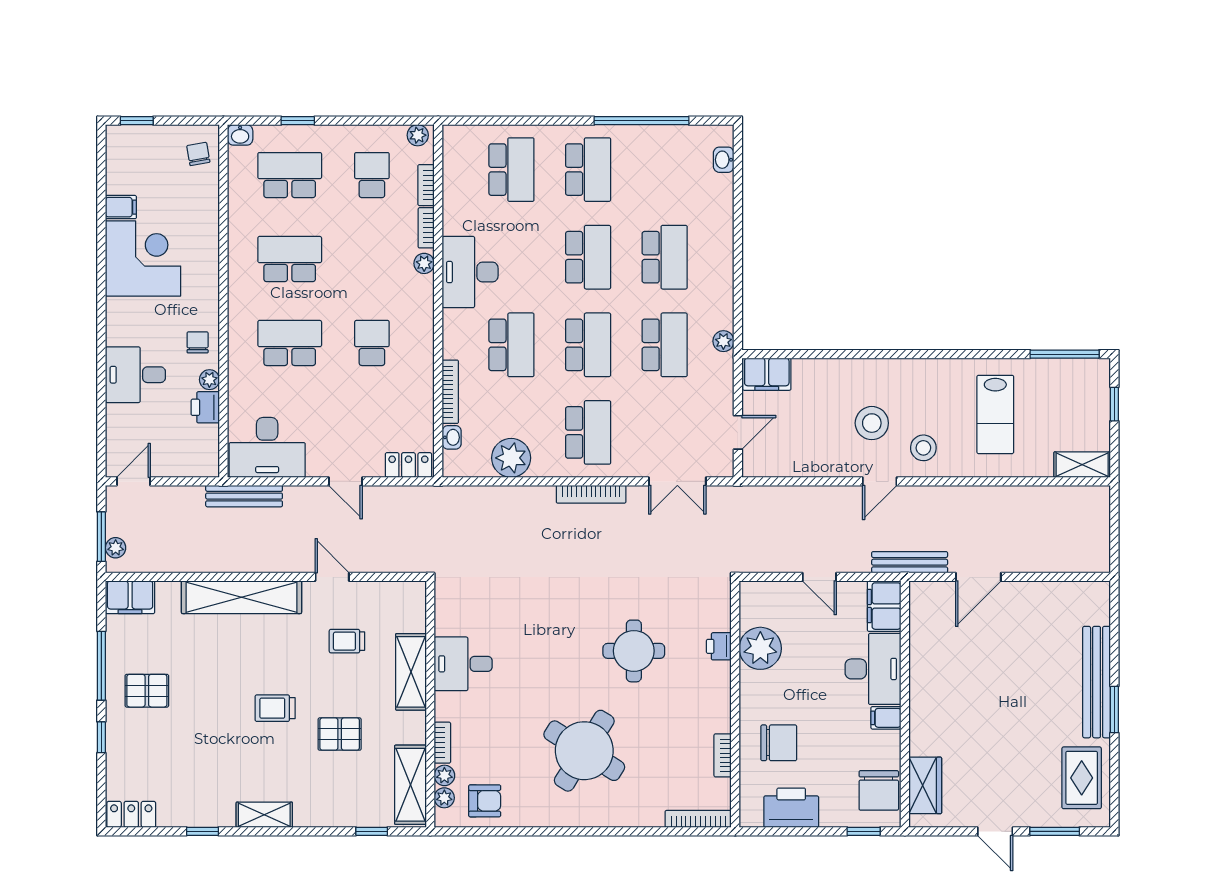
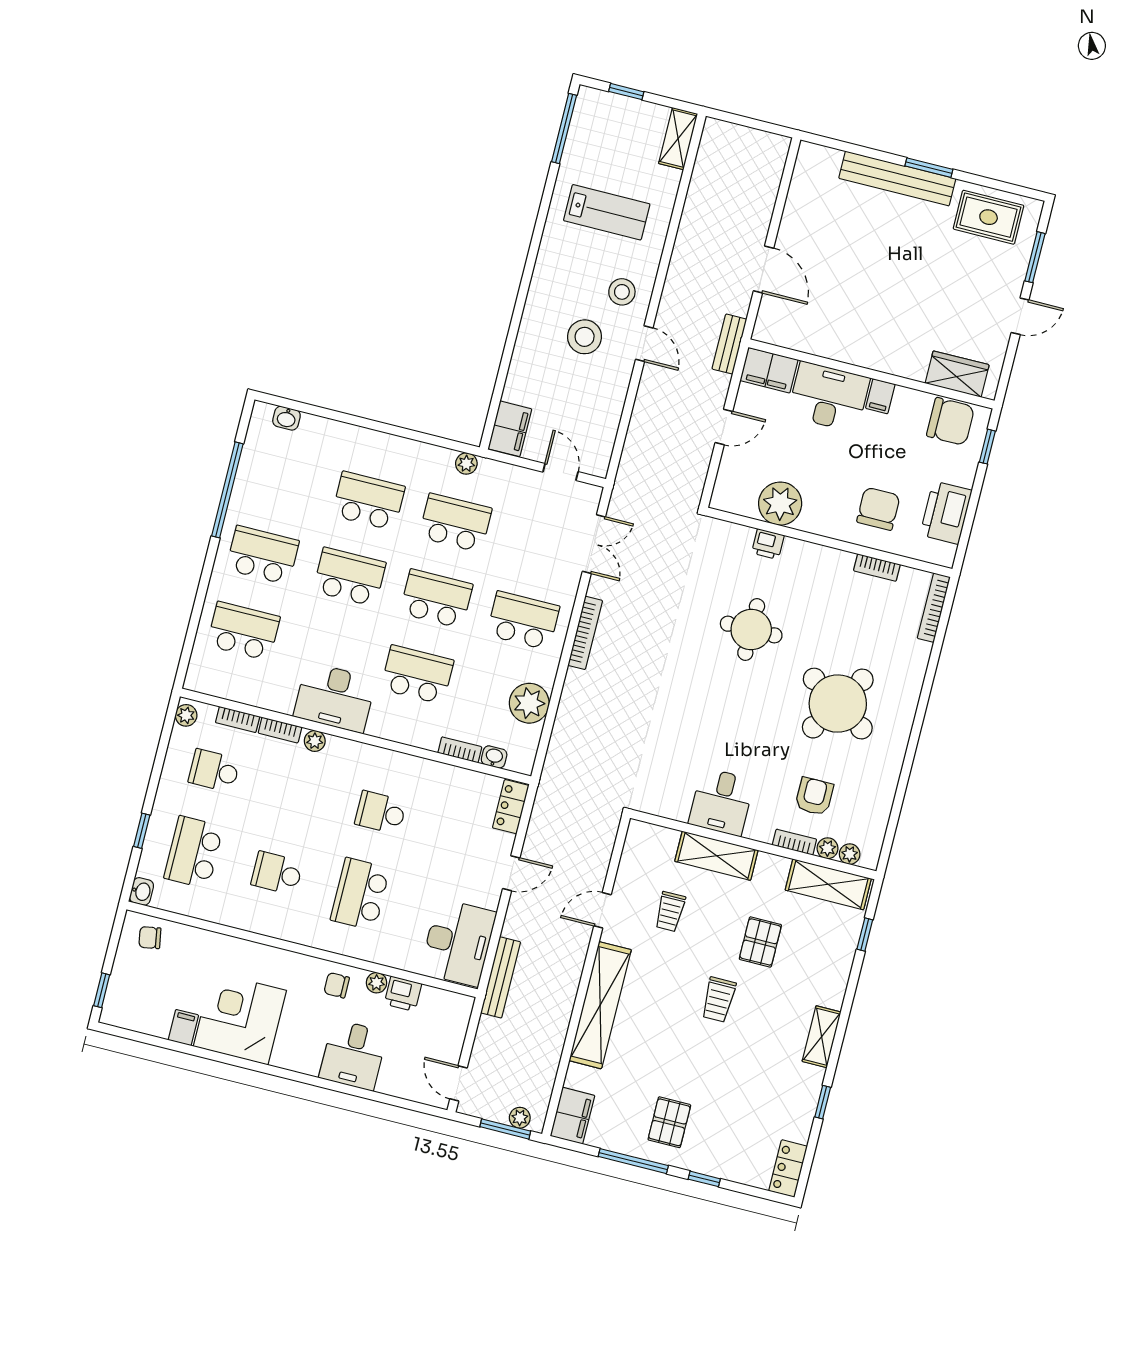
school desk: (290, 259) -> (277, 873), width x0.54
bookcase: (450, 392) -> (460, 750), width x0.64
bench: (910, 562) -> (729, 344), width x0.73
armchair: (485, 801) -> (814, 796), moved

